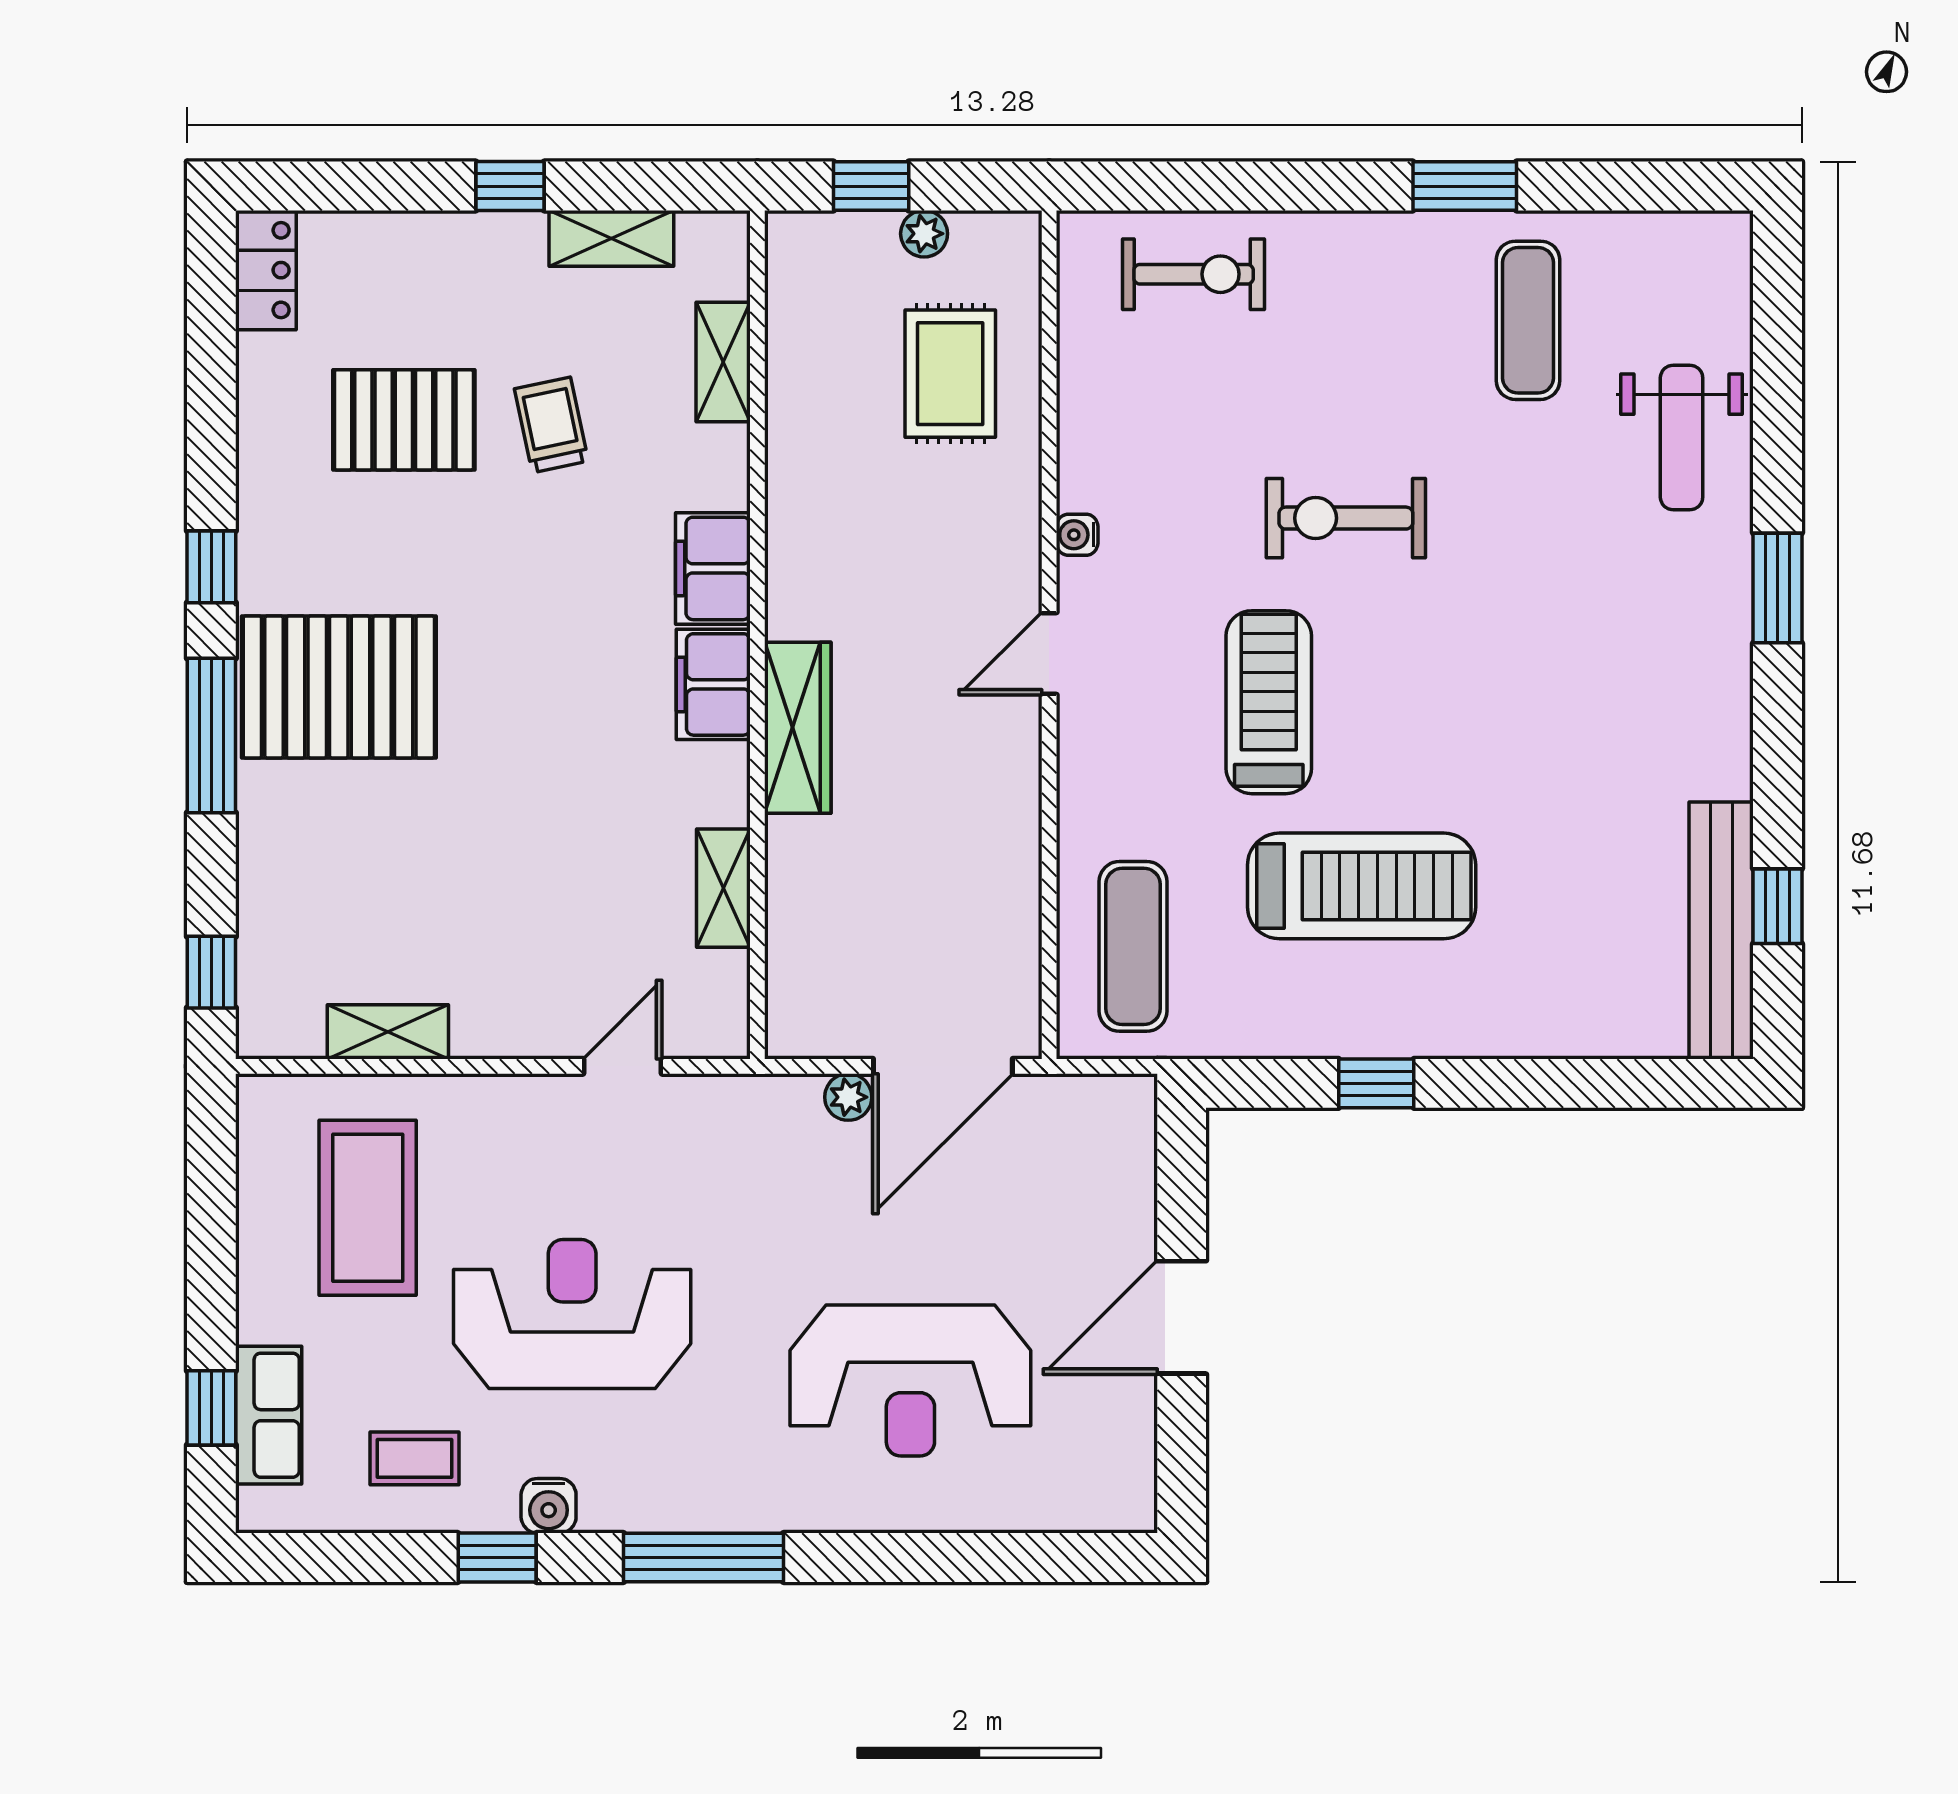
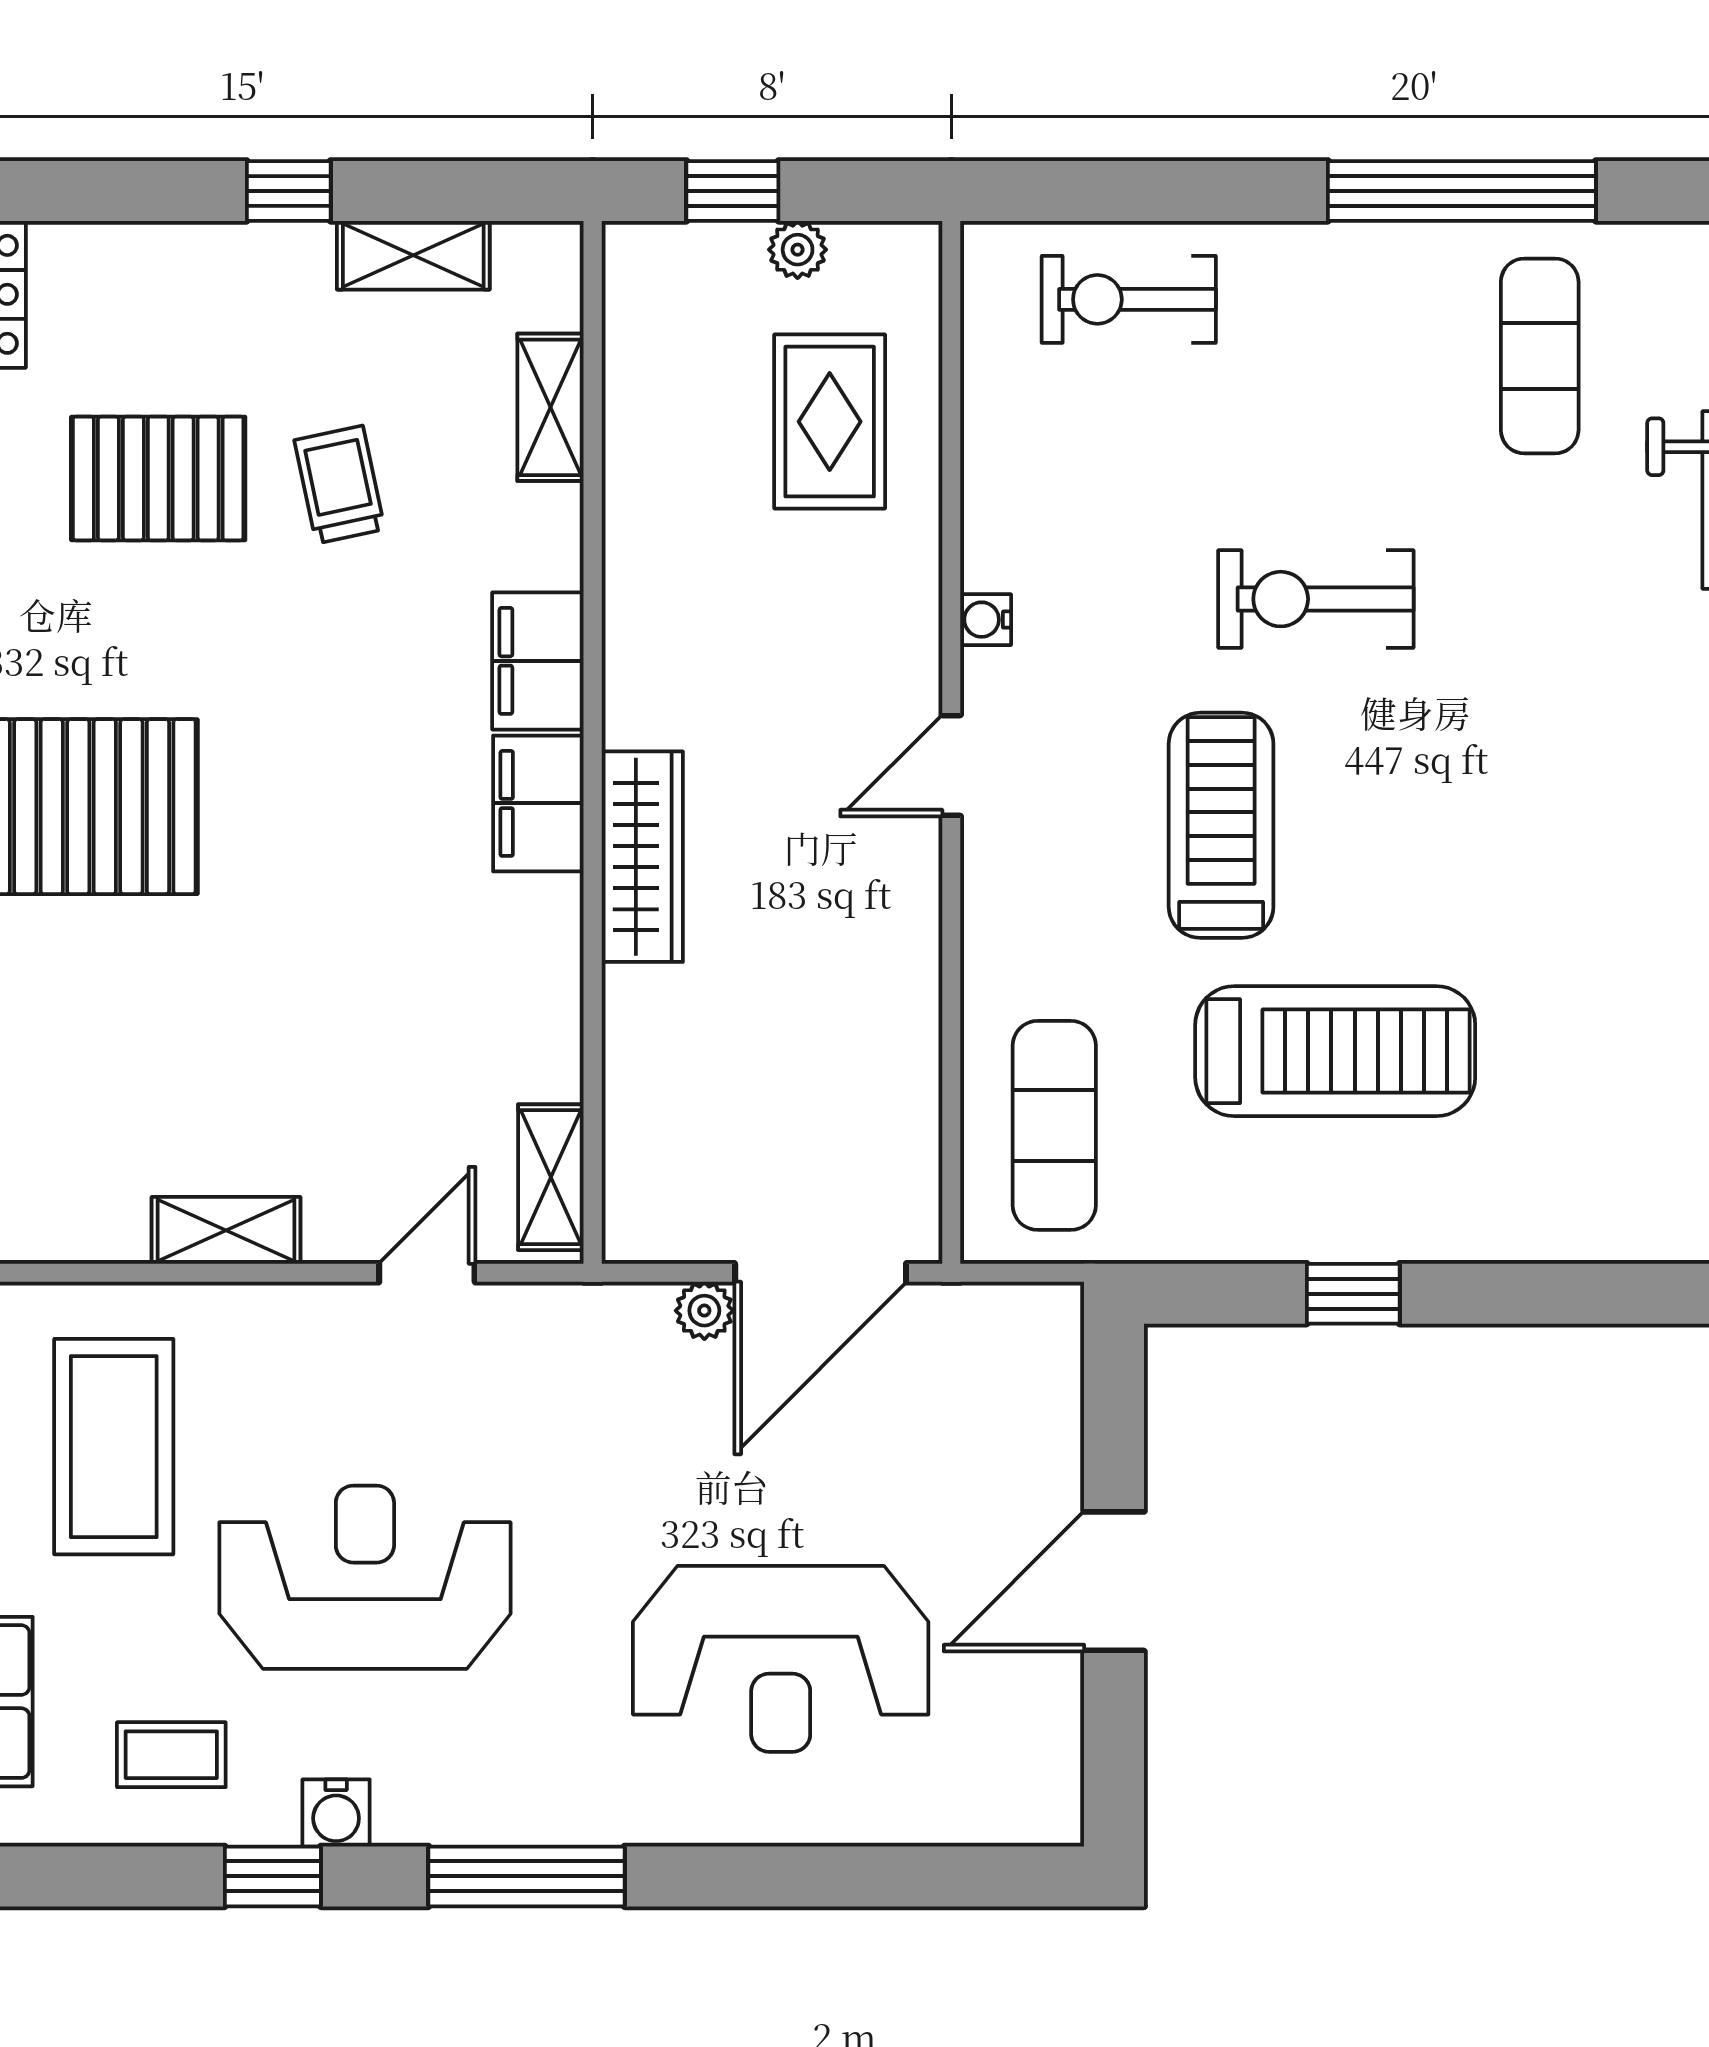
window: (1465, 186) -> (1462, 191), width x2.11
exercise bike: (1194, 274) -> (1129, 299), turned 180
shelving: (723, 888) -> (551, 1177), moved
shelving: (388, 1032) -> (226, 1230), moved

